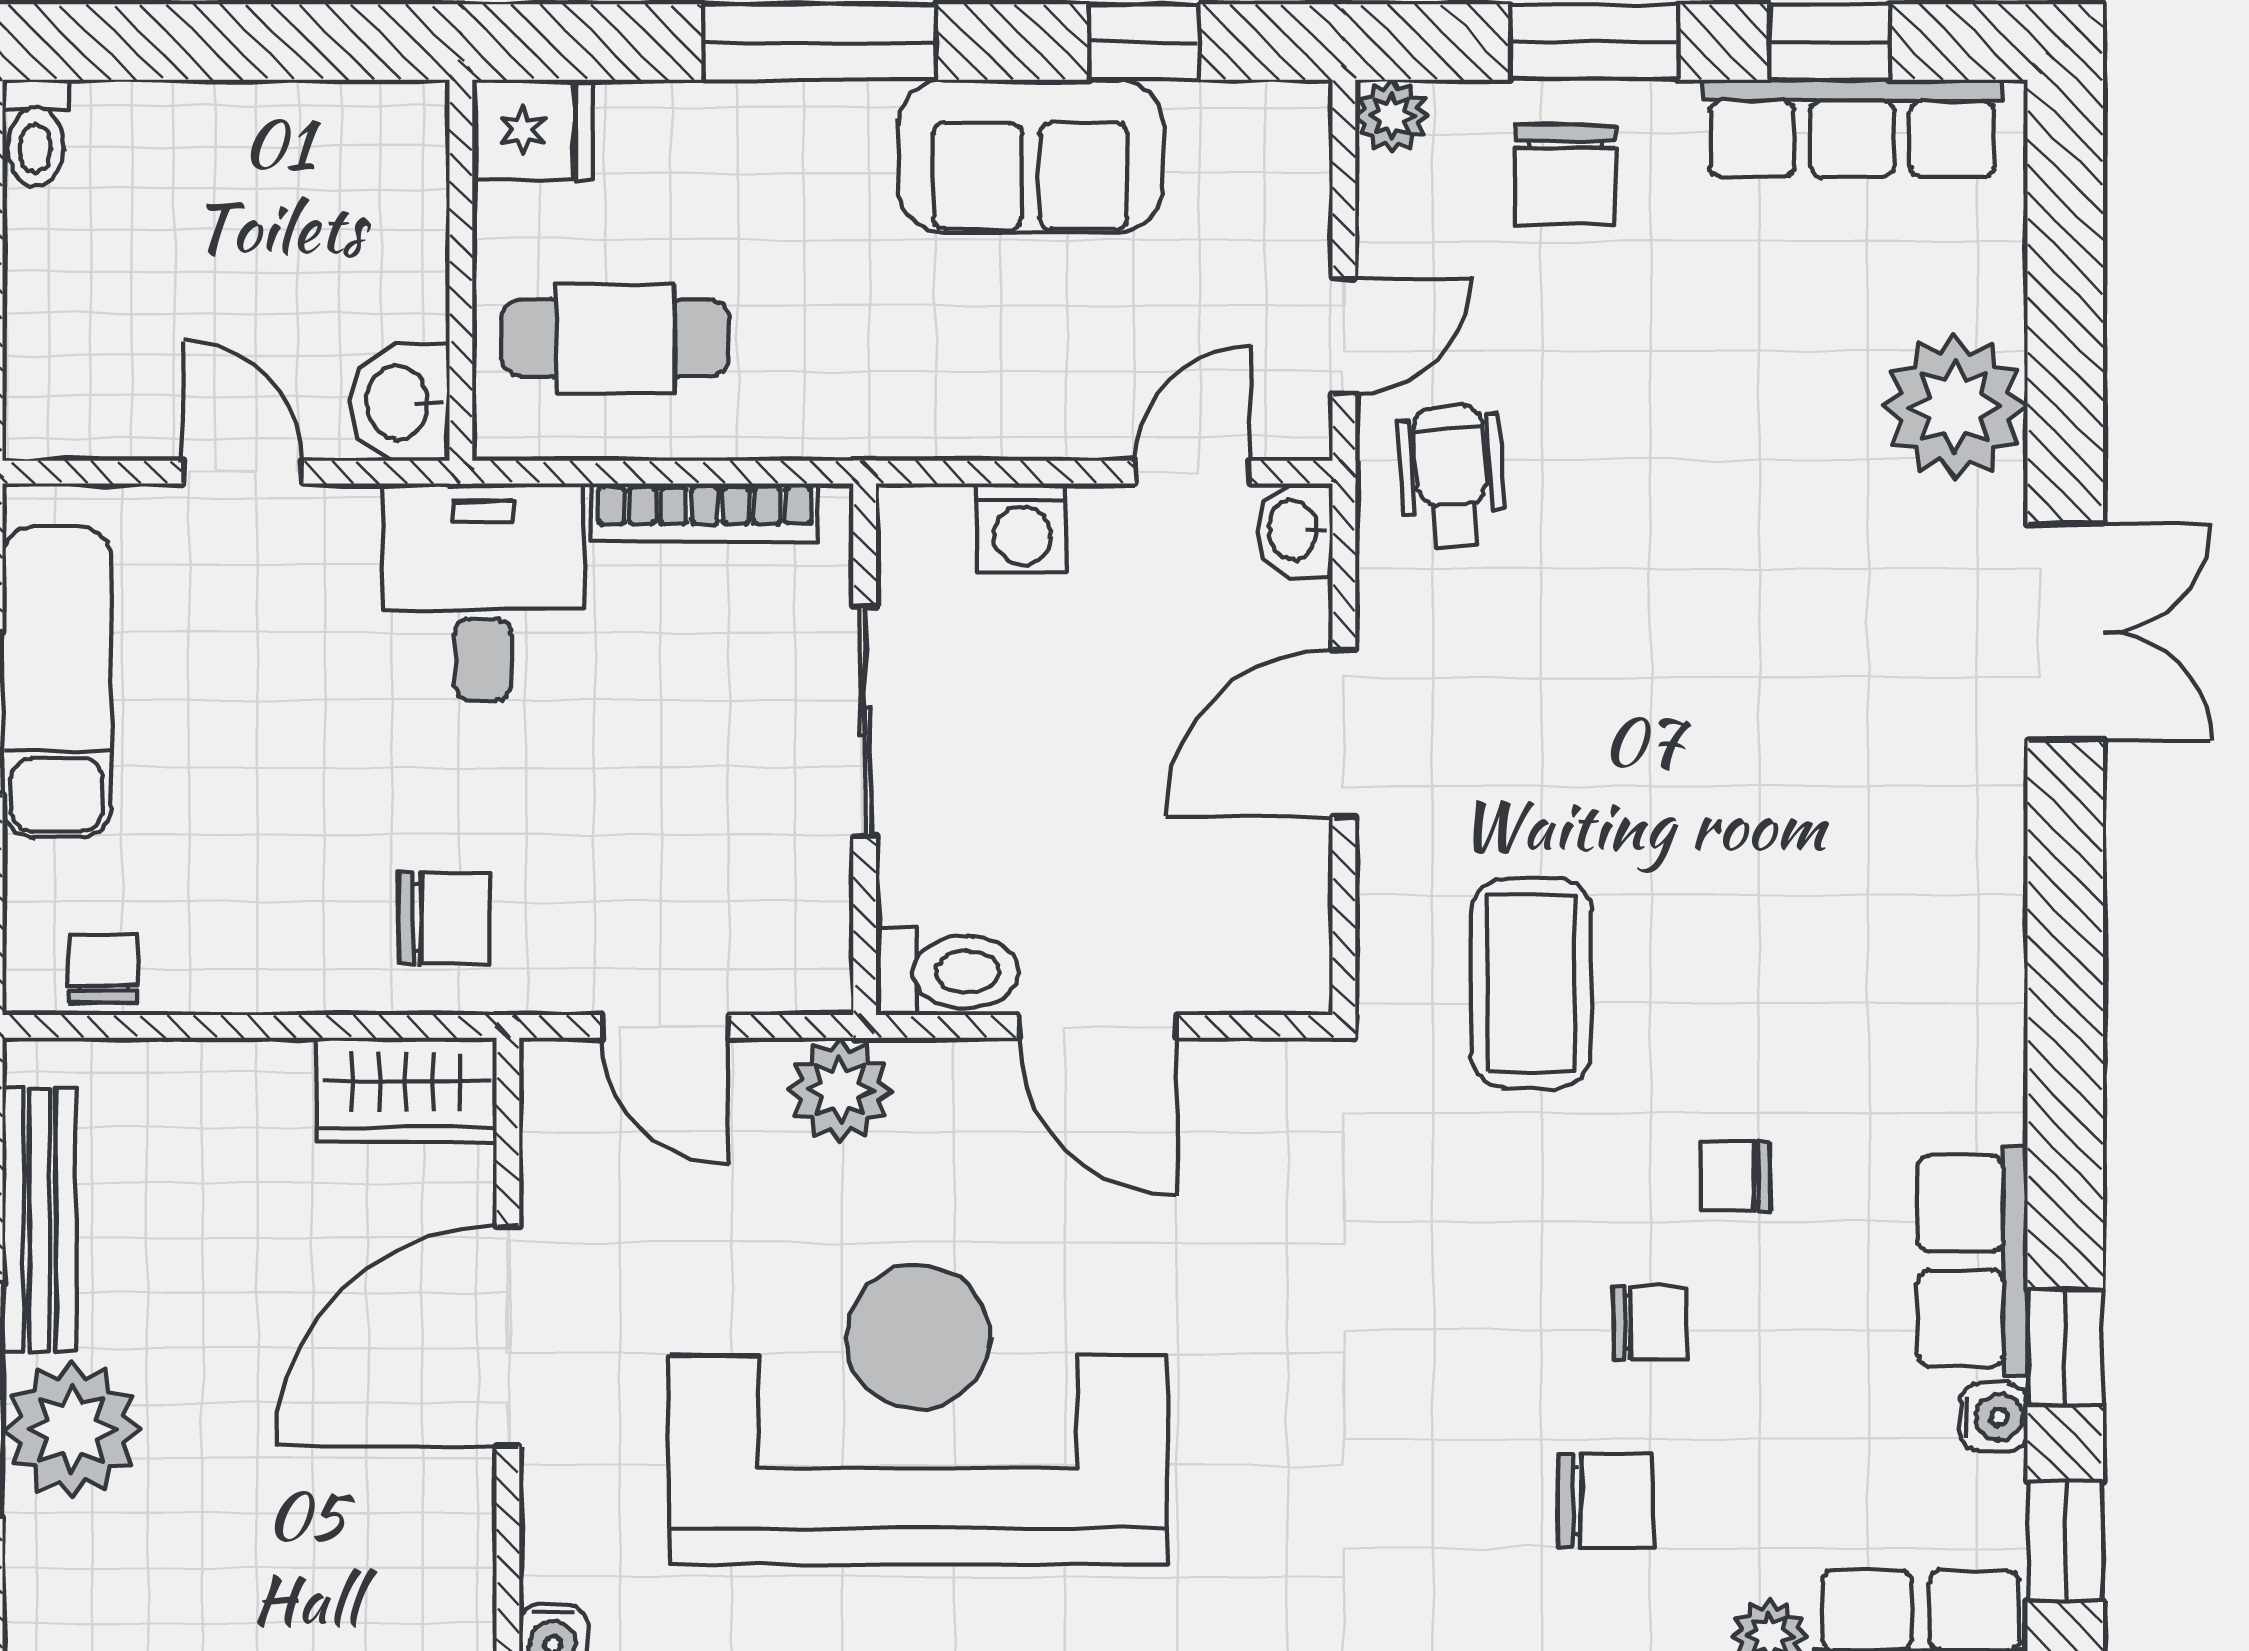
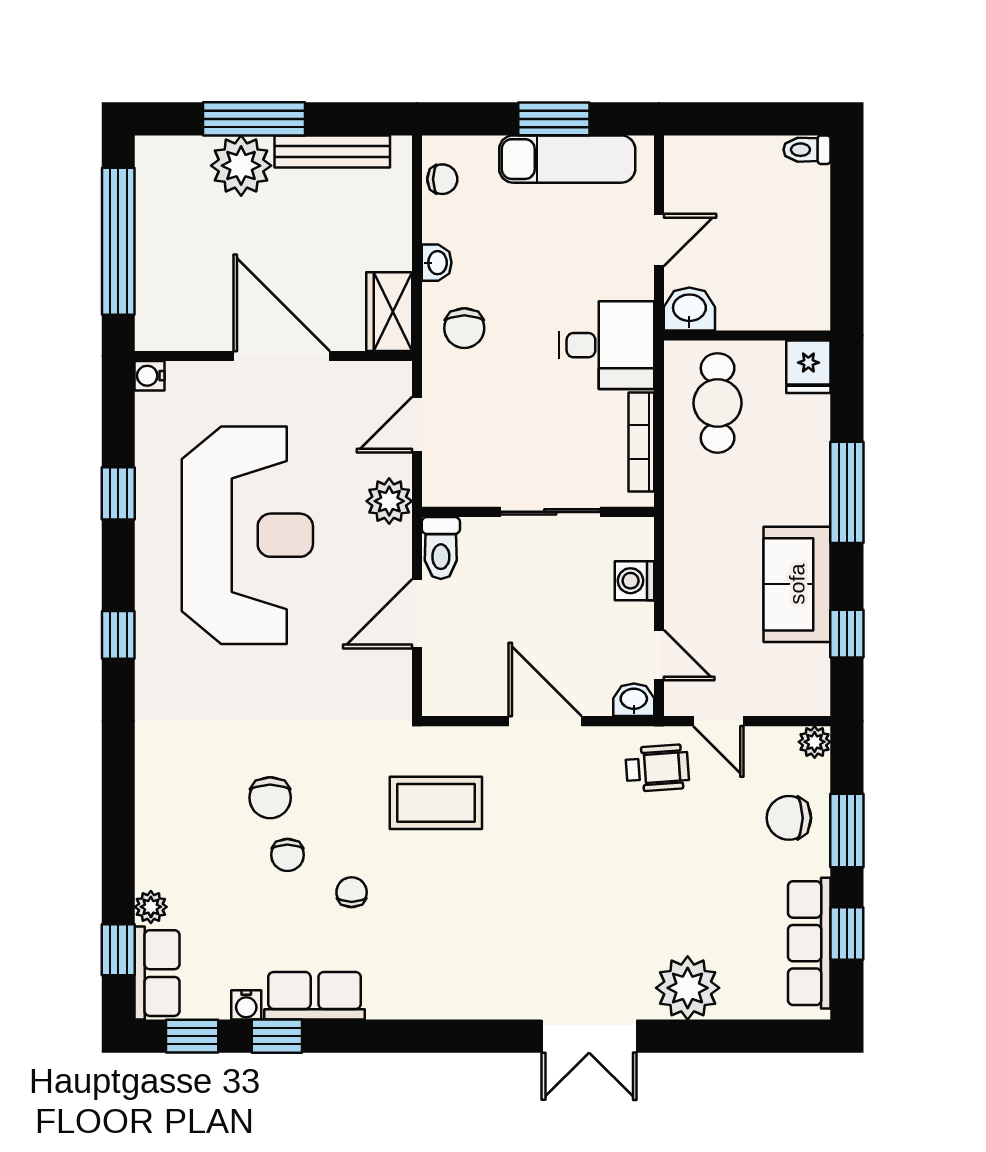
washbasin: (294, 981) -> (437, 263), added
chair: (1605, 1501) -> (270, 798), moved

